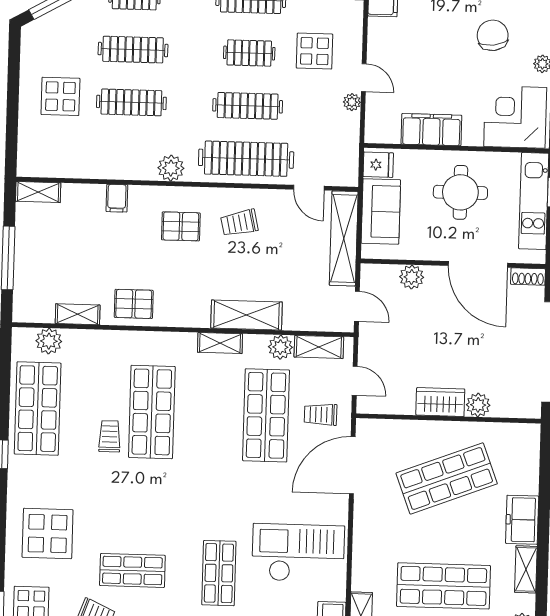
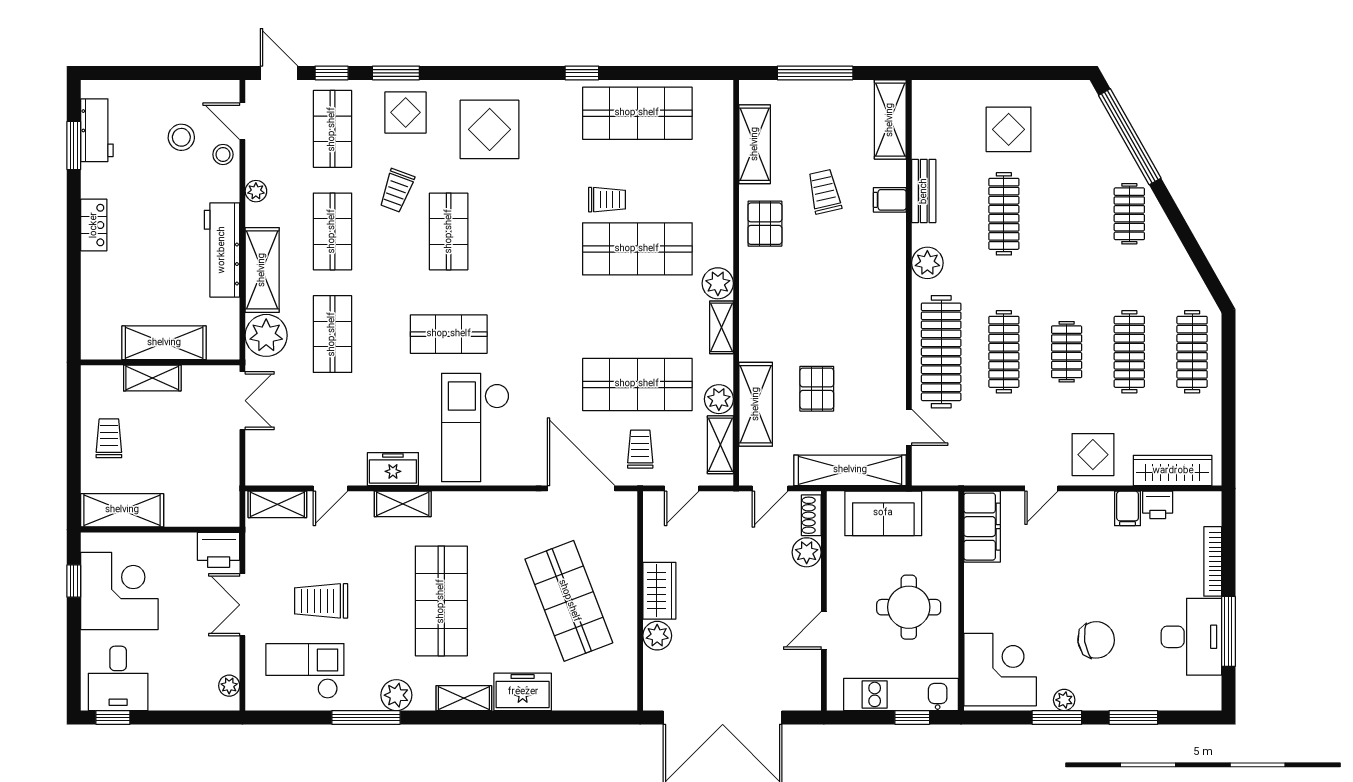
clothes rail: (133, 50) -> (1067, 214), removed
display table: (315, 51) -> (1093, 455), moved
plant: (352, 102) -> (1012, 475), removed
filing cabinet: (431, 130) -> (982, 527), moved
fridge: (378, 165) -> (939, 509), removed
bench: (110, 169) -> (924, 191), added
door: (309, 188) -> (909, 427), swing flipped
shelving: (38, 192) -> (890, 120), width x1.50, depth x1.33
trolley: (239, 223) -> (824, 192), moved
pallet: (181, 226) -> (817, 389), moved
door: (478, 264) -> (824, 630), width x0.53
shoe rack: (528, 277) -> (811, 515), moved
shelving: (78, 314) -> (755, 144), width x1.50, depth x1.33
shelving: (247, 315) -> (756, 404), moved
plant: (49, 341) -> (718, 283), moved
checkout: (298, 553) -> (475, 427), turned 180

